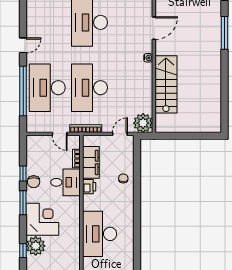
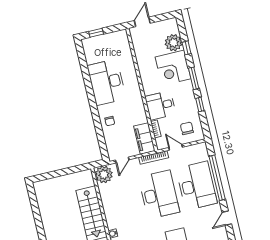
filing cabinet: (91, 162) -> (144, 138), moved
chair: (34, 182) -> (187, 128), moved
printer: (89, 187) -> (138, 107), removed
desk: (100, 234) -> (107, 82), moved, turned 180
window: (23, 251) -> (187, 48), moved

